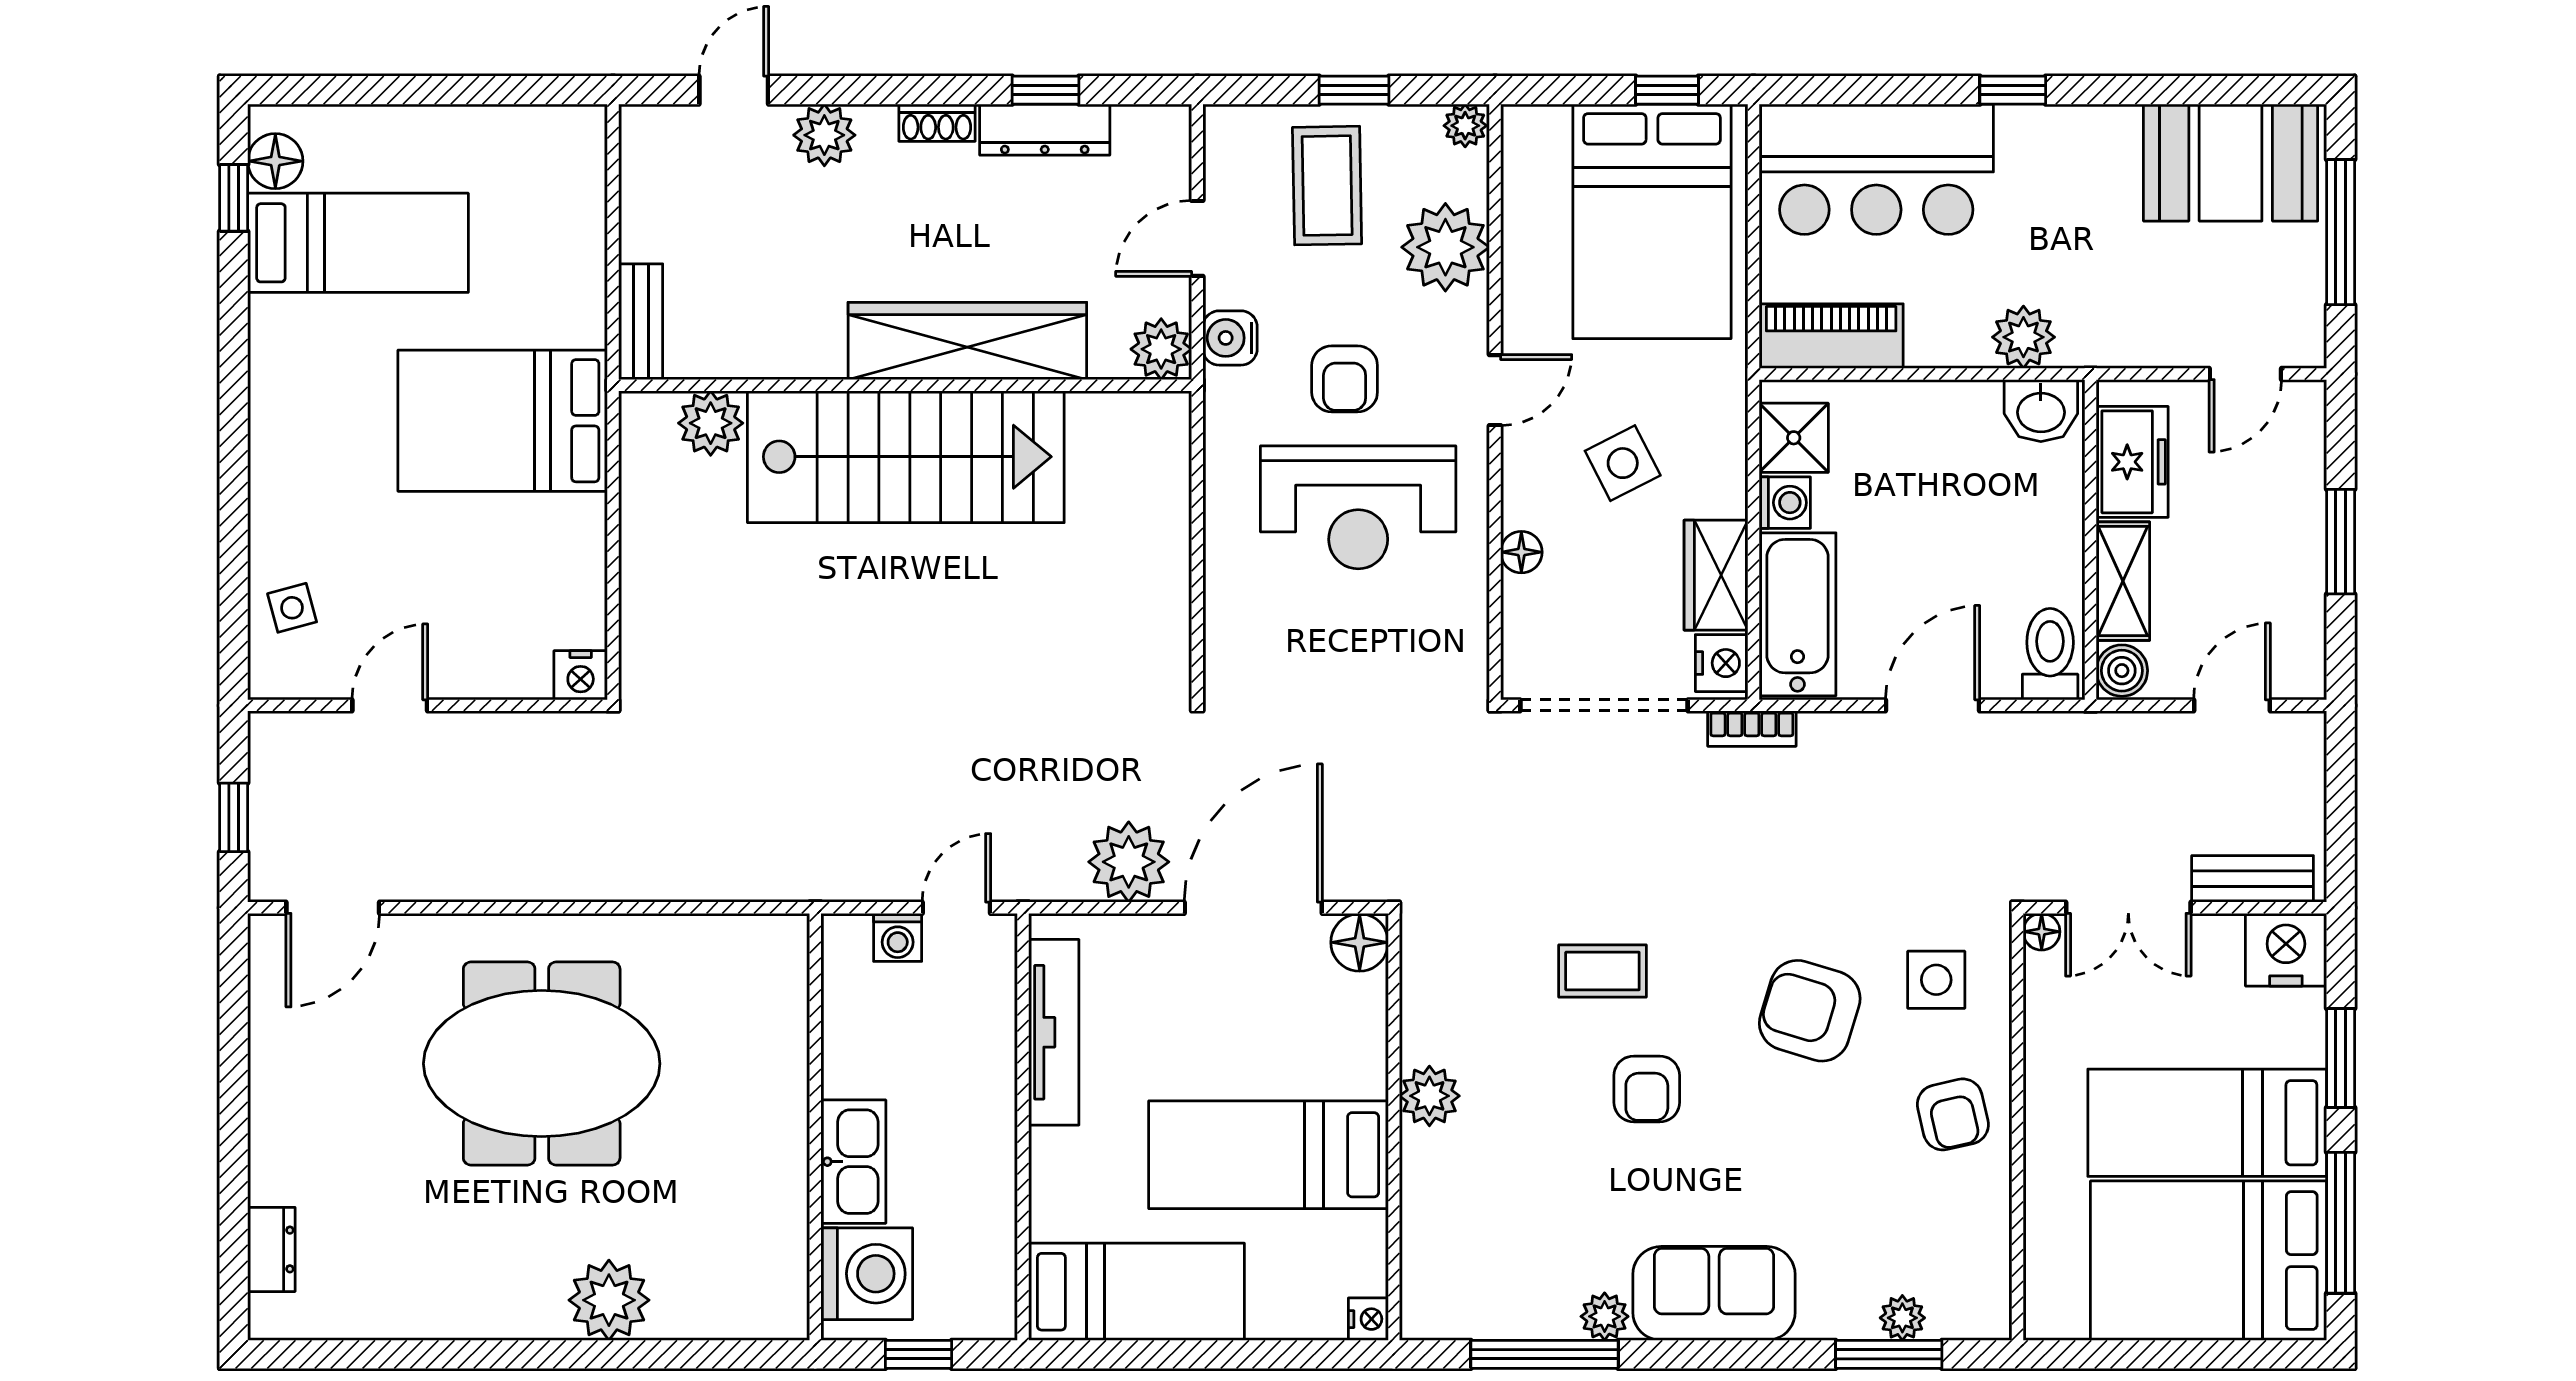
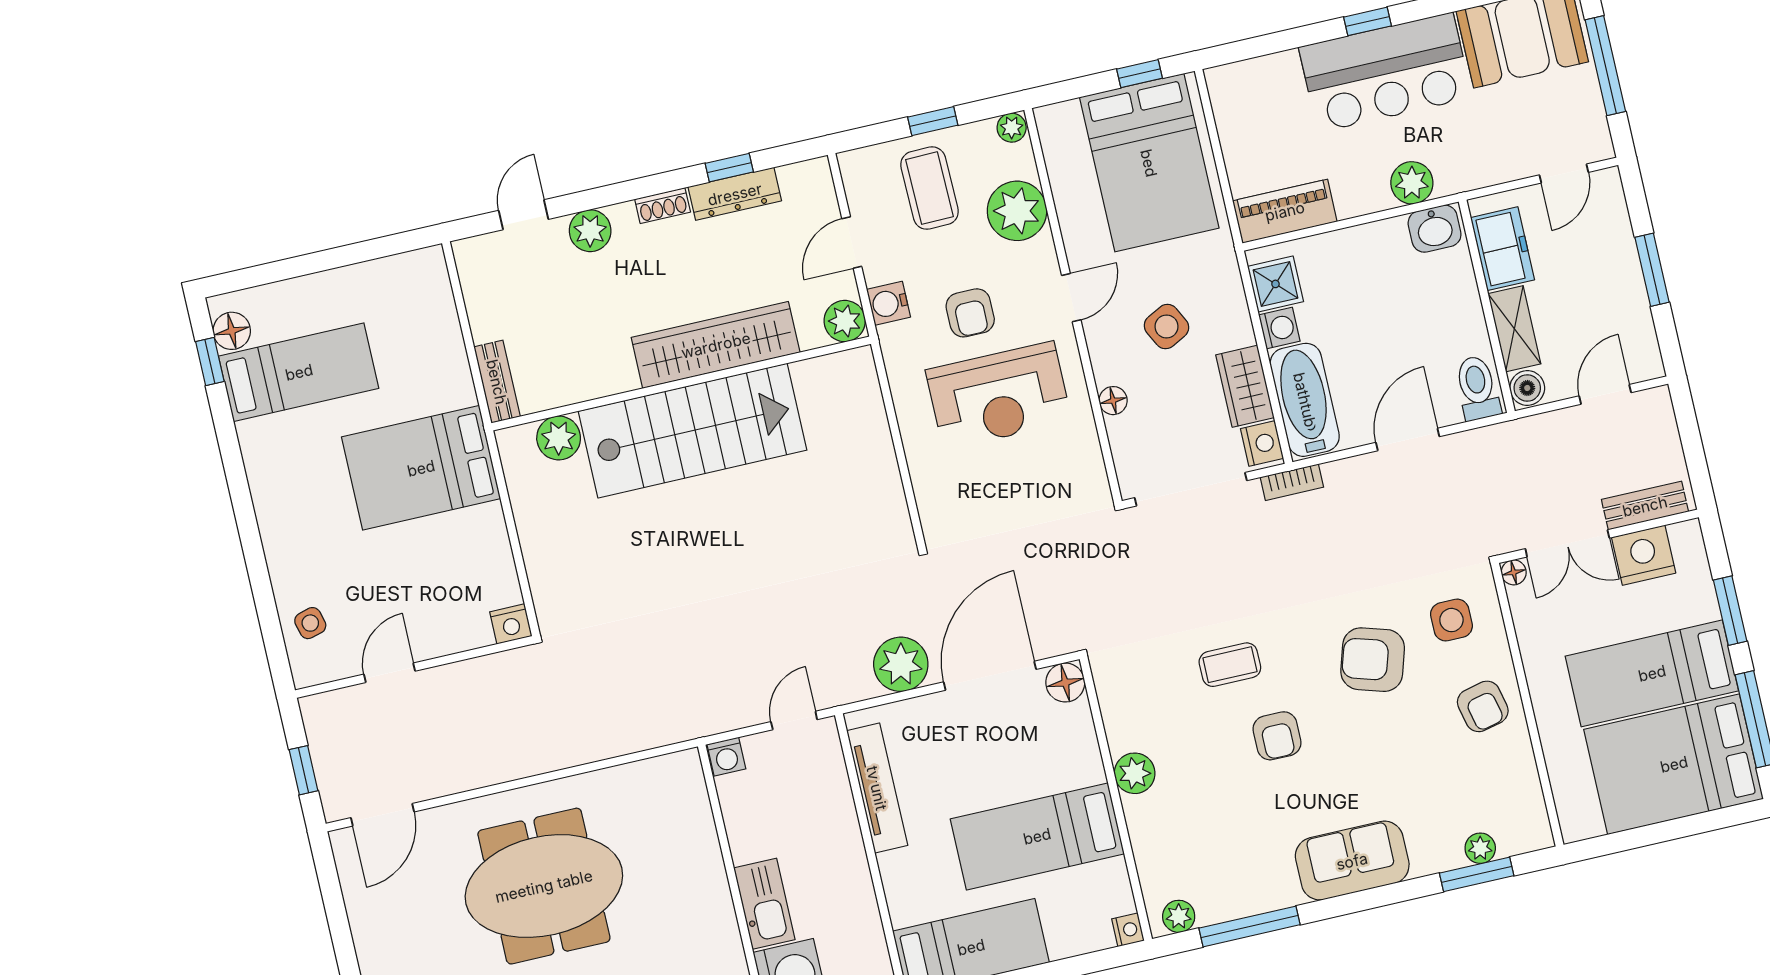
bar counter: (1876, 169) -> (1385, 72), moved
washing machine: (898, 937) -> (726, 757), moved
nightstand: (2286, 950) -> (1644, 555), moved
plant: (1605, 1316) -> (1179, 916), moved

